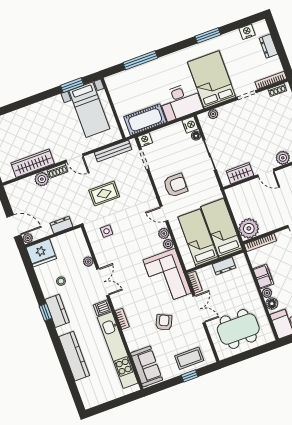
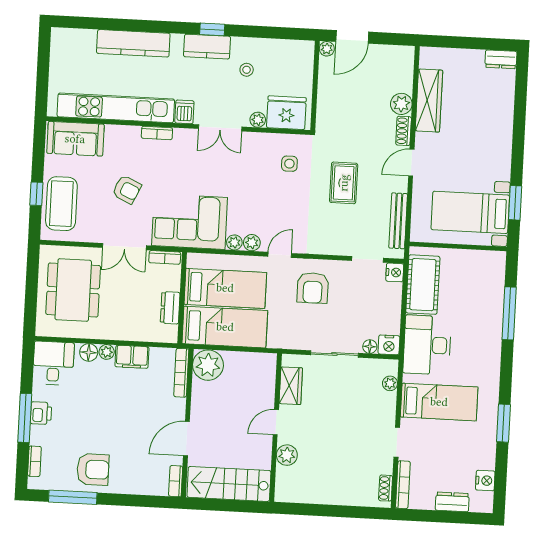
bed: (212, 80) -> (439, 402), width x0.67
dresser: (61, 225) -> (325, 104), removed
fridge: (41, 253) -> (286, 113), moved, turned 90
coffee table: (189, 358) -> (61, 204), width x1.36, depth x1.32

